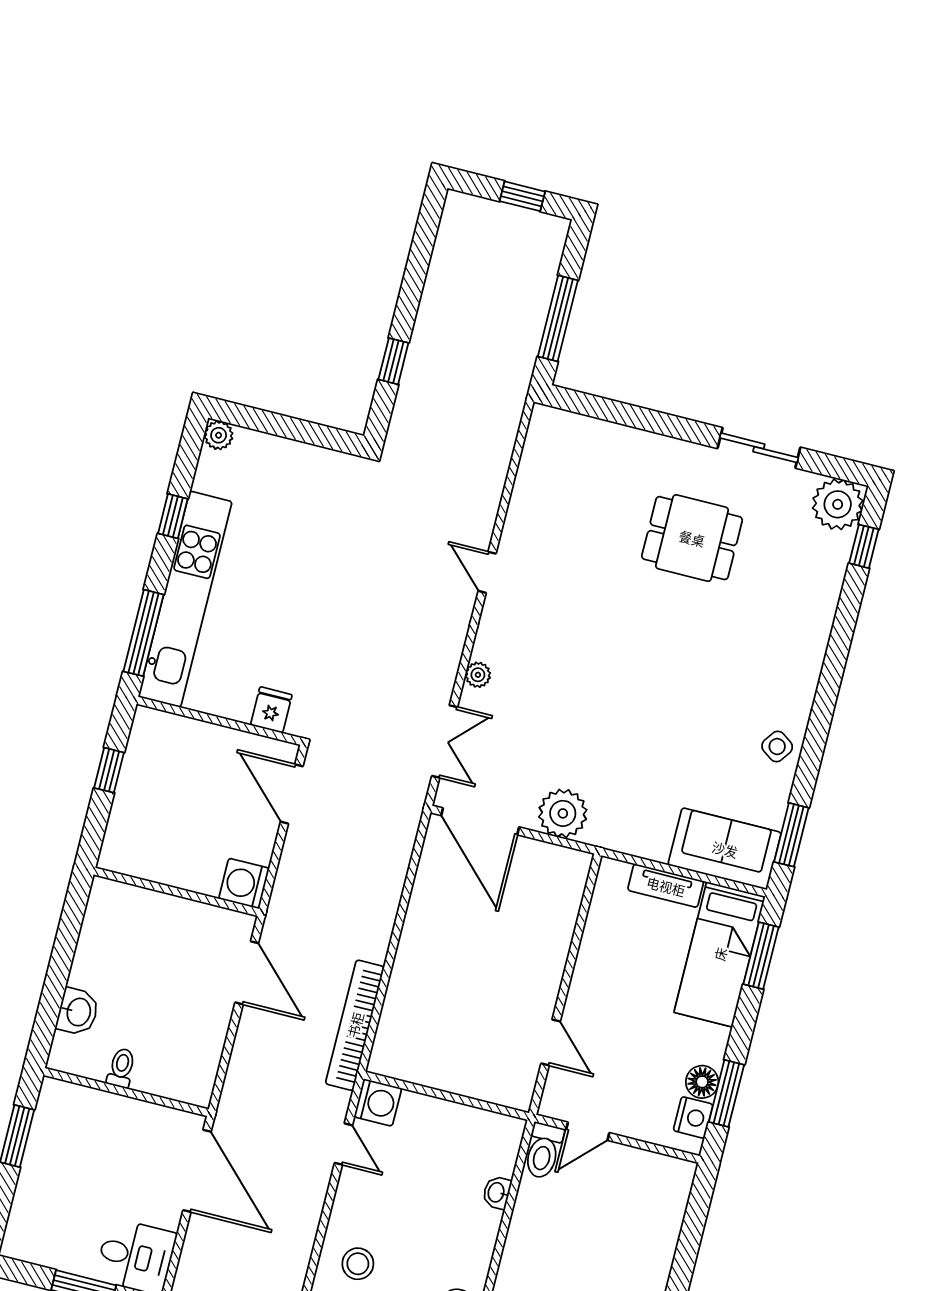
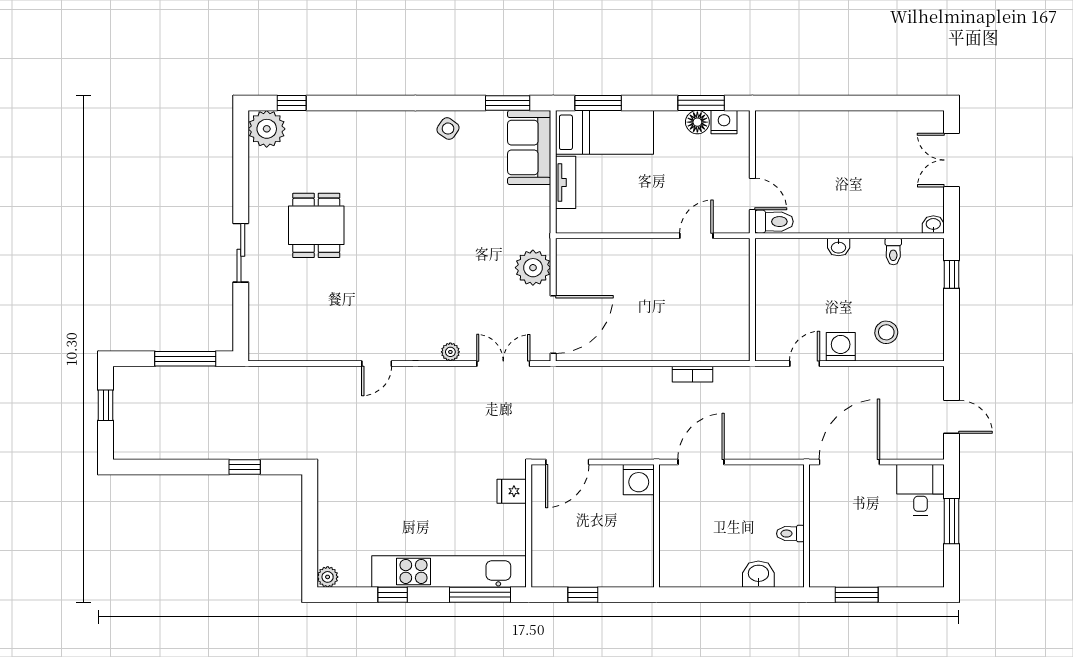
sliding door: (759, 448) -> (241, 253), moved
bookcase: (355, 1025) -> (693, 374), width x0.43, depth x0.76
washing machine: (378, 1102) -> (841, 347), moved
washbasin: (497, 1192) -> (839, 247), moved

